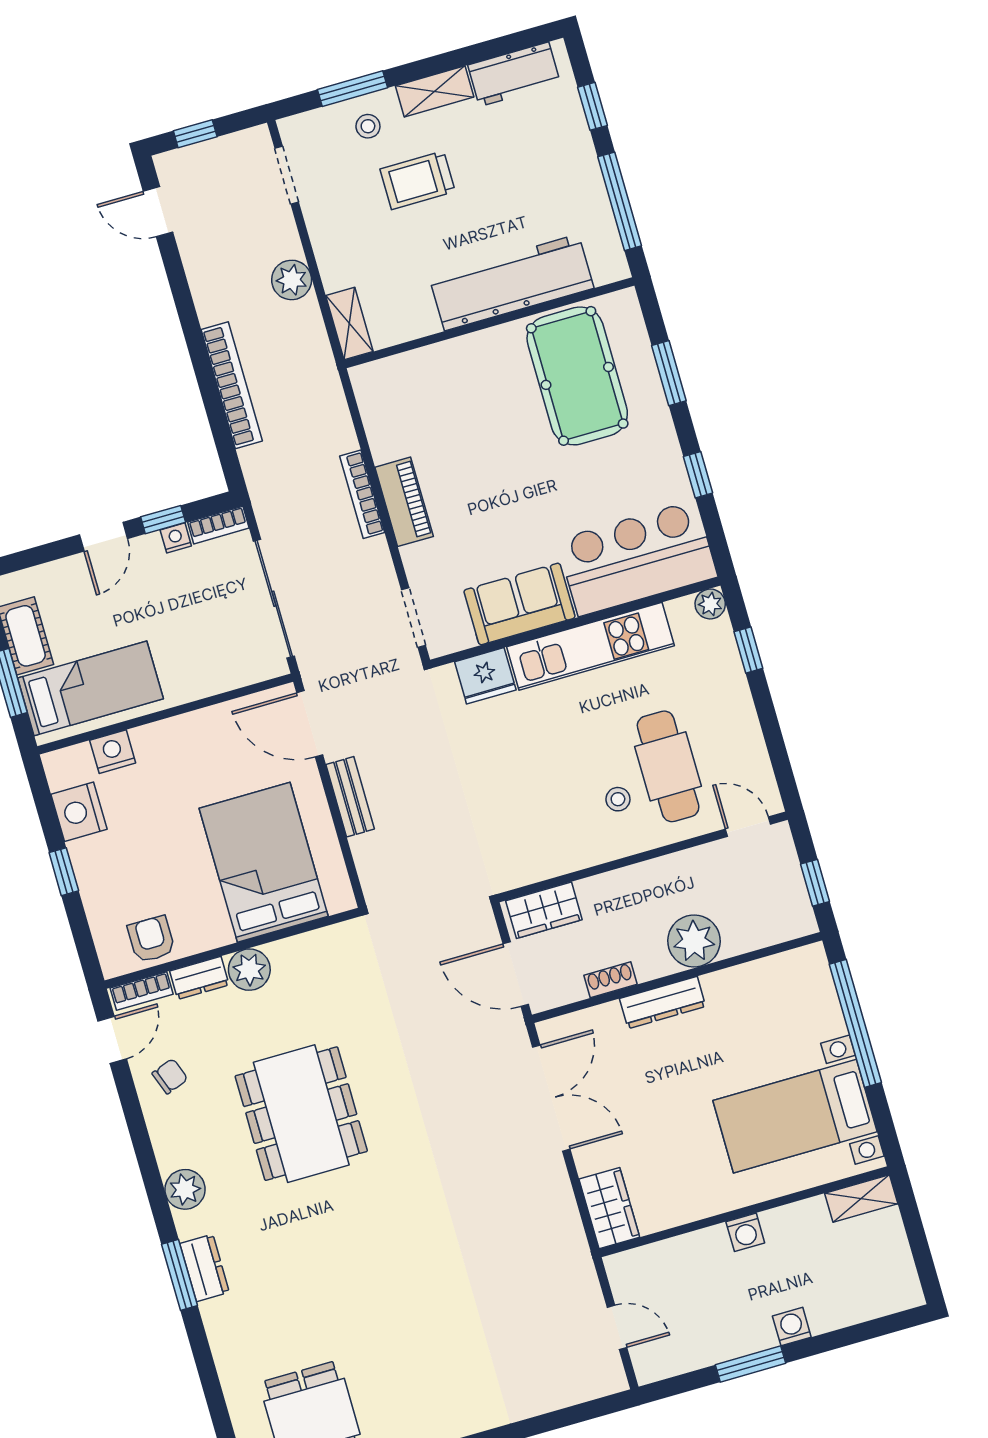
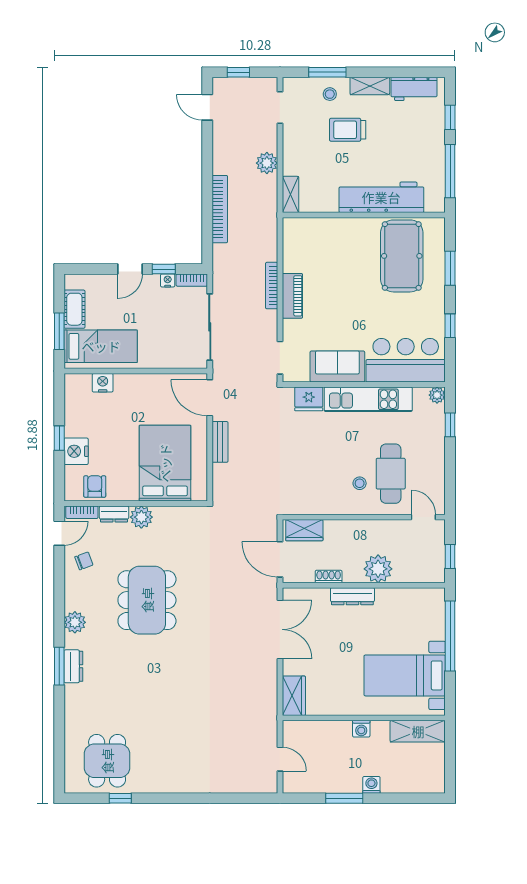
nightstand: (79, 812) -> (76, 451), moved
shelving: (861, 1199) -> (418, 731), width x1.50, depth x1.33

